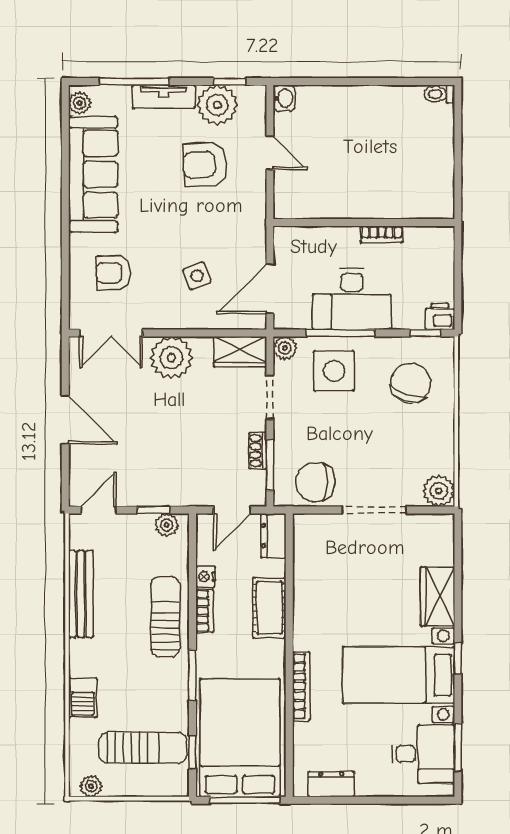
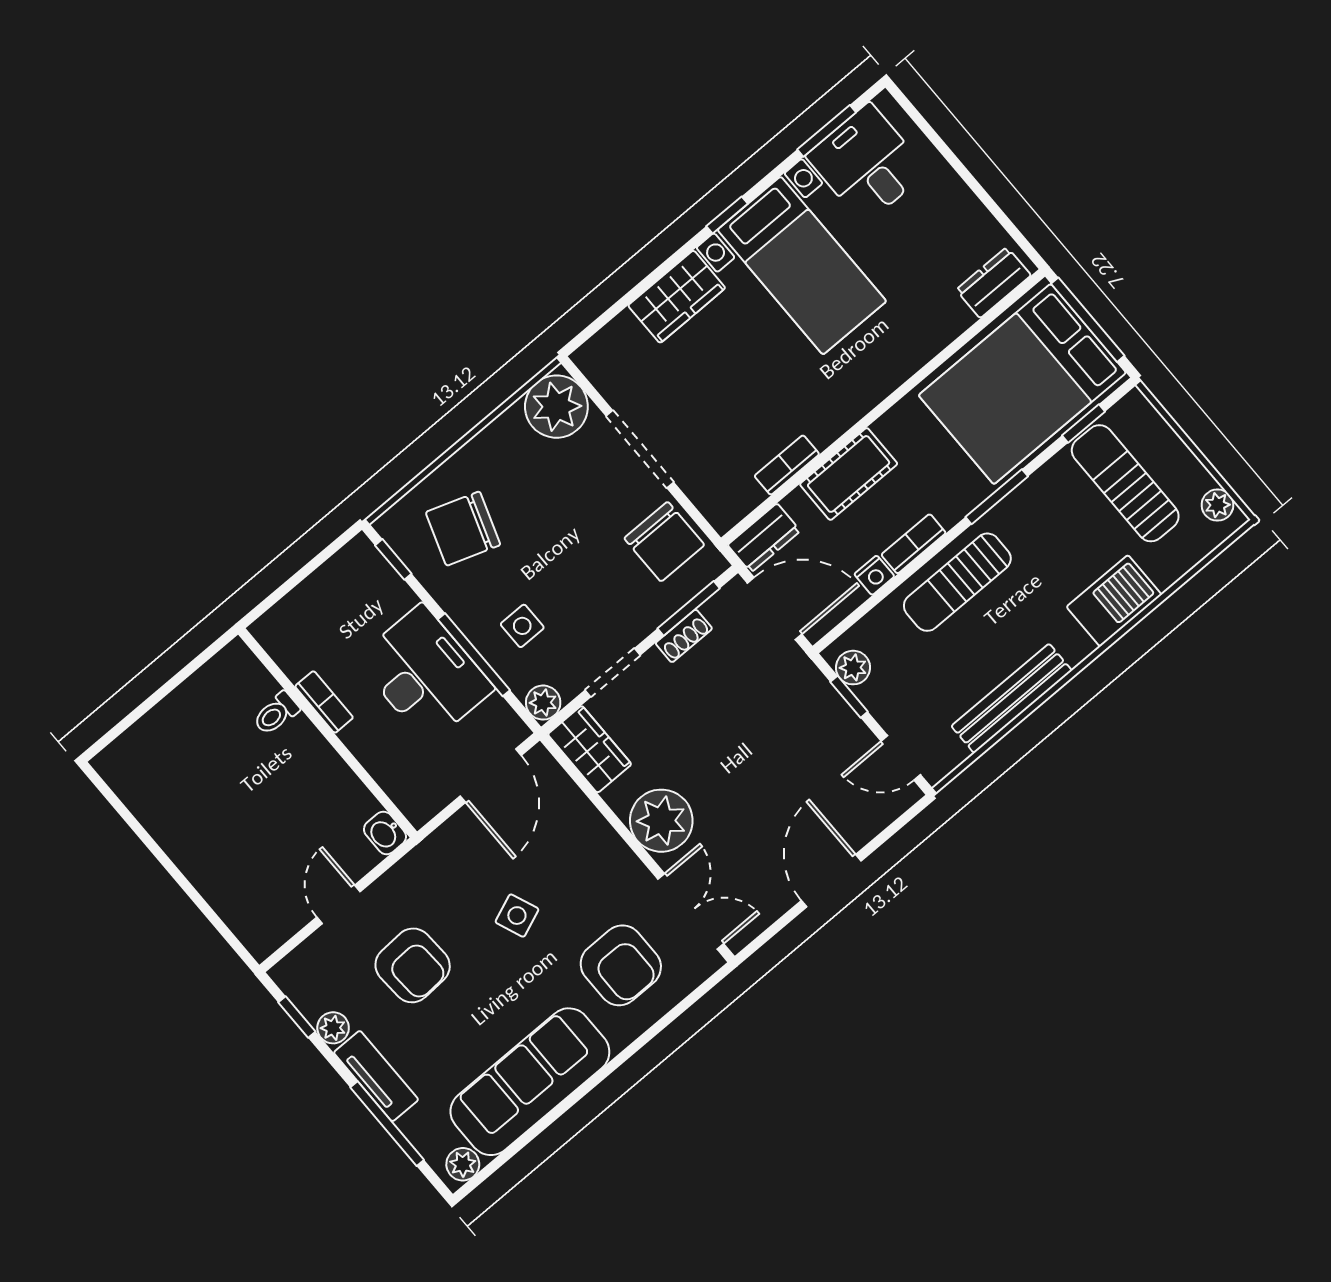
toilet: (440, 94) -> (276, 713), moved, turned 90
washbasin: (284, 98) -> (385, 833), moved, turned -90
plant: (217, 105) -> (333, 1028), width x0.53, depth x0.53
armchair: (114, 273) -> (621, 965), width x1.38, depth x1.38
side table: (197, 276) -> (517, 916), moved
door: (270, 289) -> (491, 776), hinge flipped
printer: (440, 316) -> (361, 559), removed
side table: (334, 371) -> (522, 626), width x0.54, depth x0.54
plant: (439, 491) -> (556, 407), width x1.36, depth x1.36
door: (232, 510) -> (775, 609), width x1.38
bookcase: (301, 686) -> (787, 465), moved, width x0.64
barbecue: (83, 698) -> (1114, 601), width x1.38, depth x1.27
dresser: (331, 784) -> (994, 283), moved, turned 90

